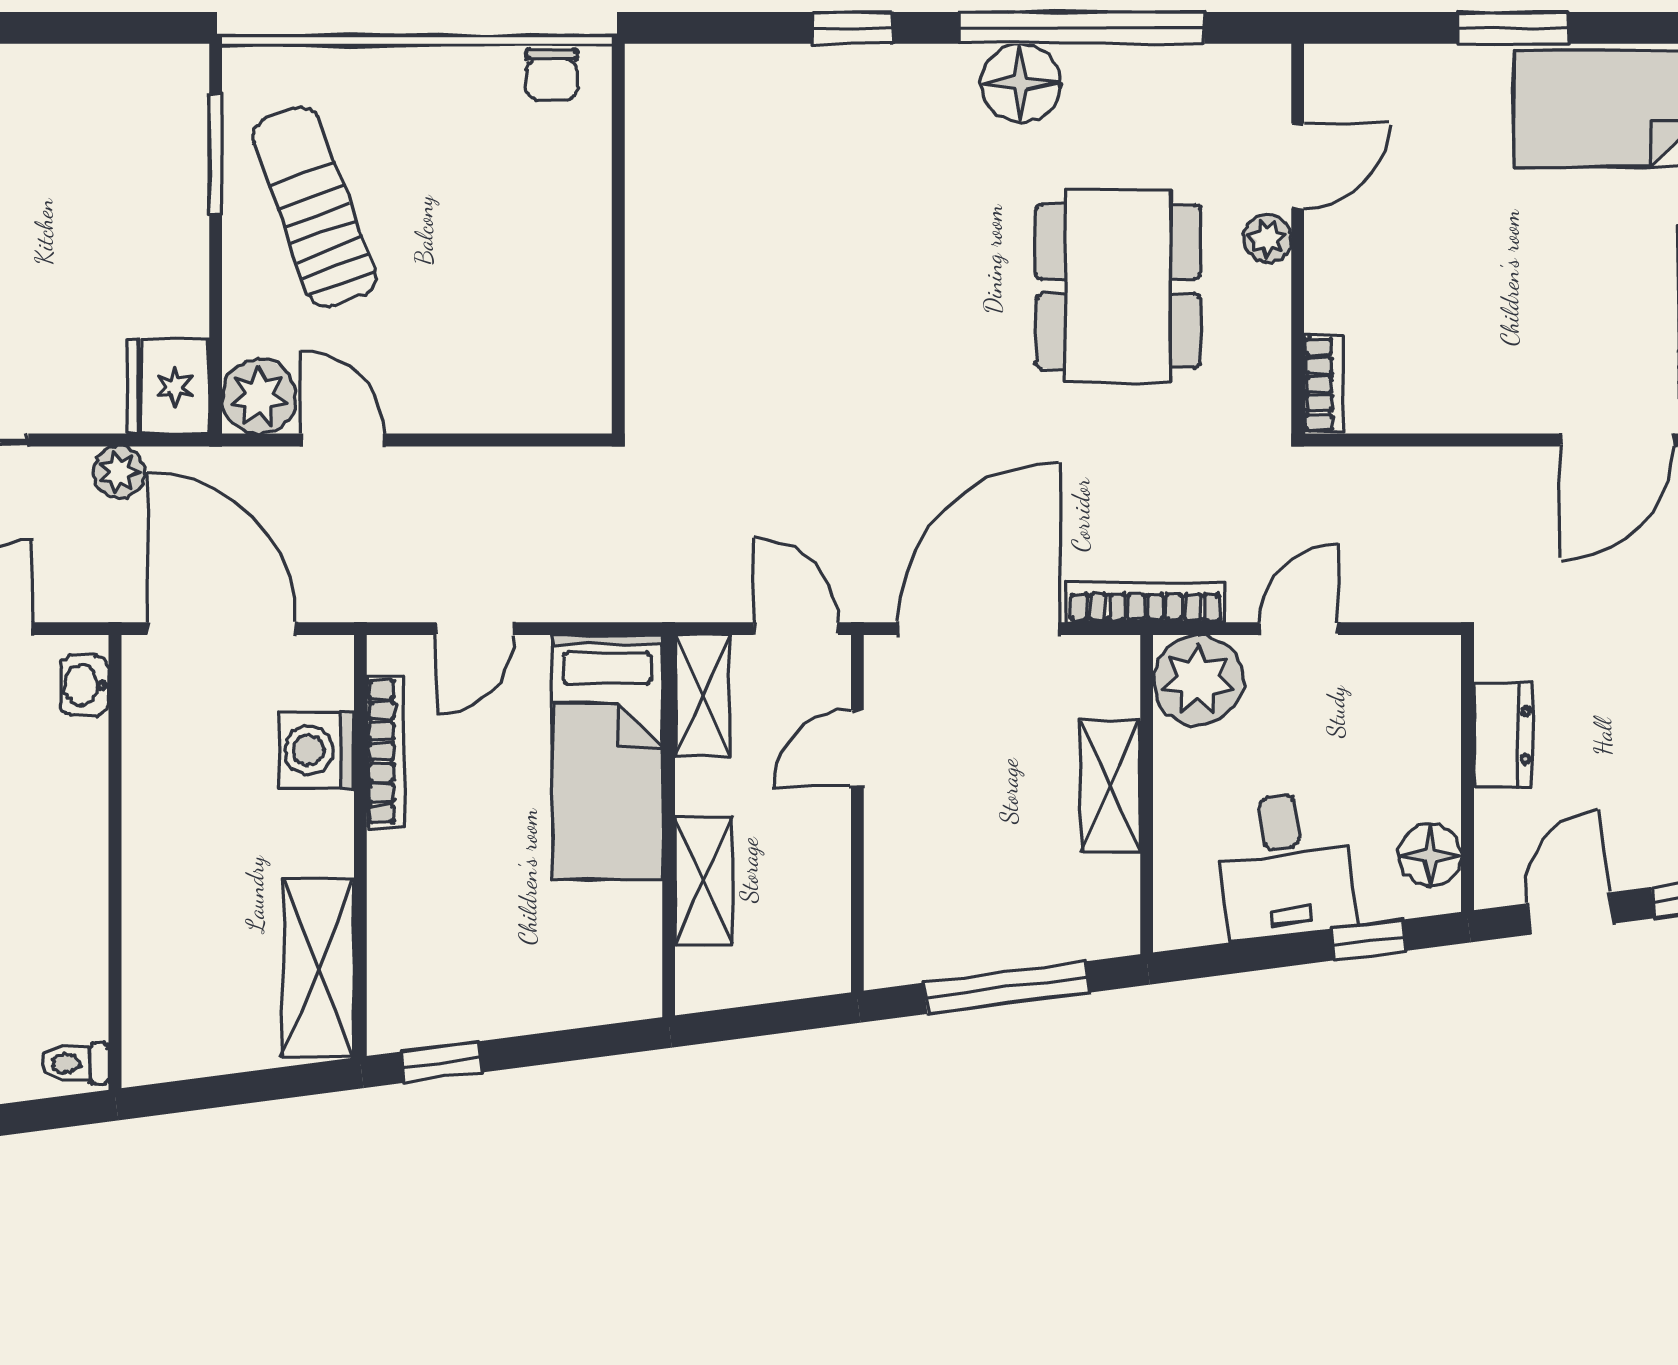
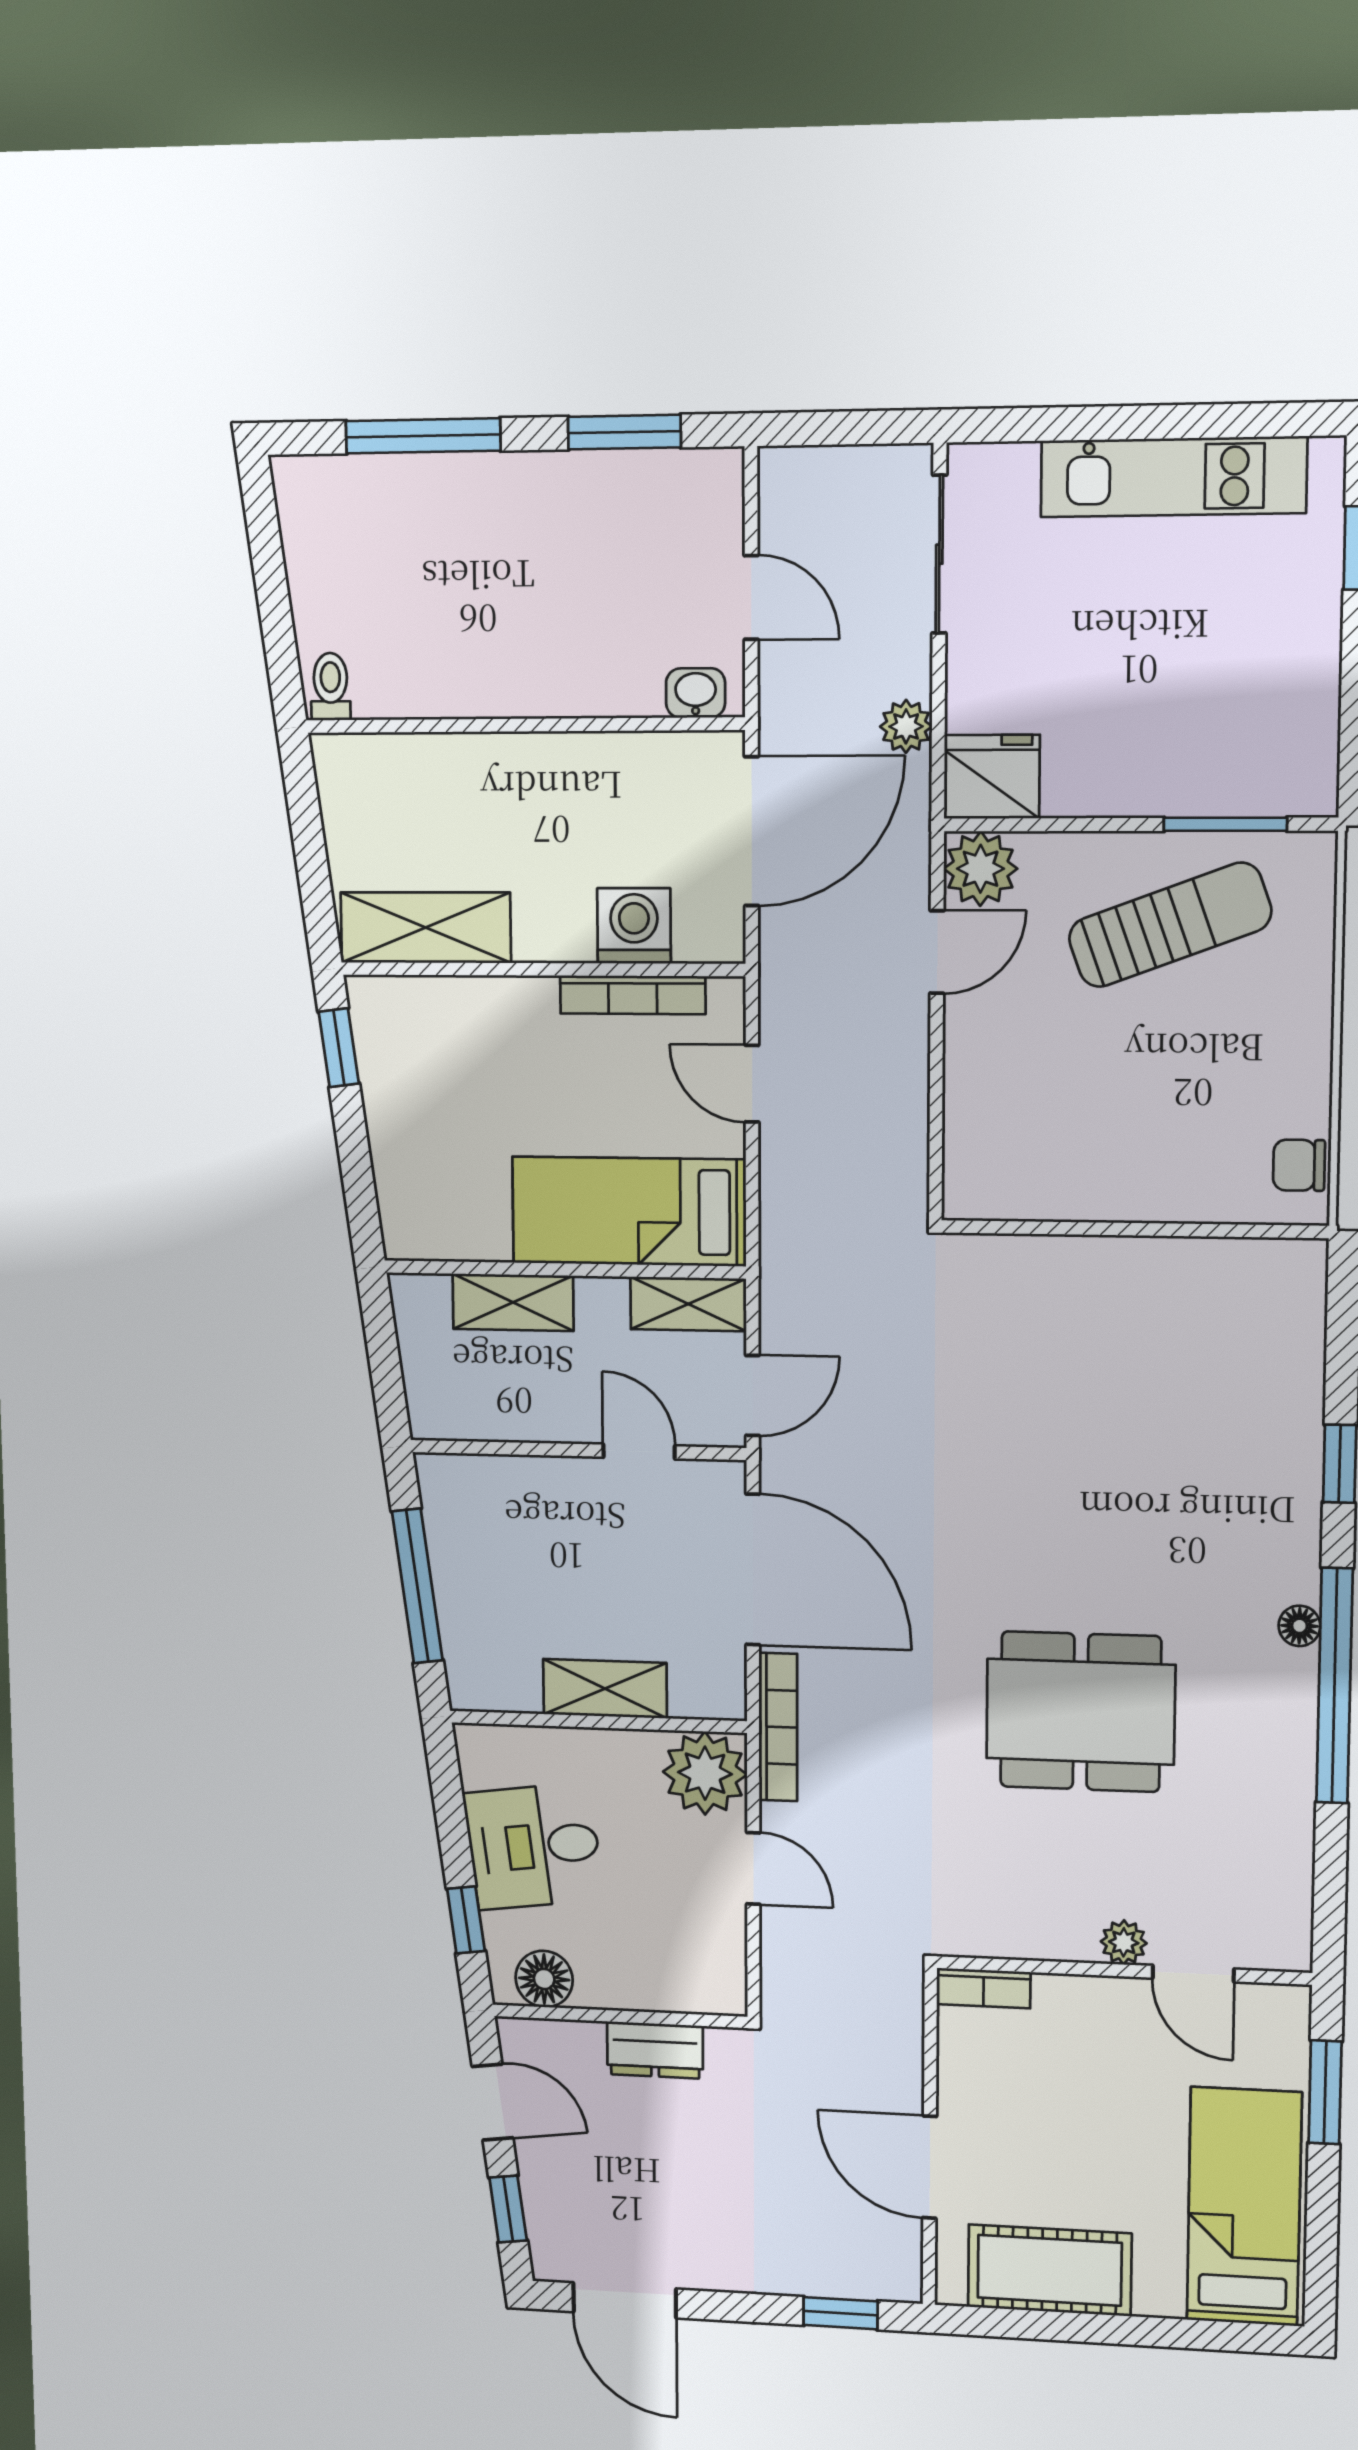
floor lamp: (1021, 83) -> (1299, 1626), width x0.53, depth x0.53
door: (1298, 166) -> (1193, 1974), moved
plant: (1267, 238) -> (1124, 1942), moved
wall: (1298, 239) -> (1123, 1970), moved
bookcase: (1324, 384) -> (983, 1988), moved

